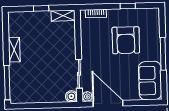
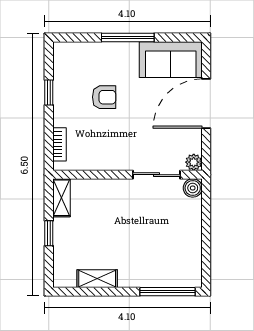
armchair: (126, 40) -> (104, 97), width x0.53, depth x0.53
shelving: (14, 50) -> (97, 279), moved
door: (108, 104) -> (206, 104), moved

